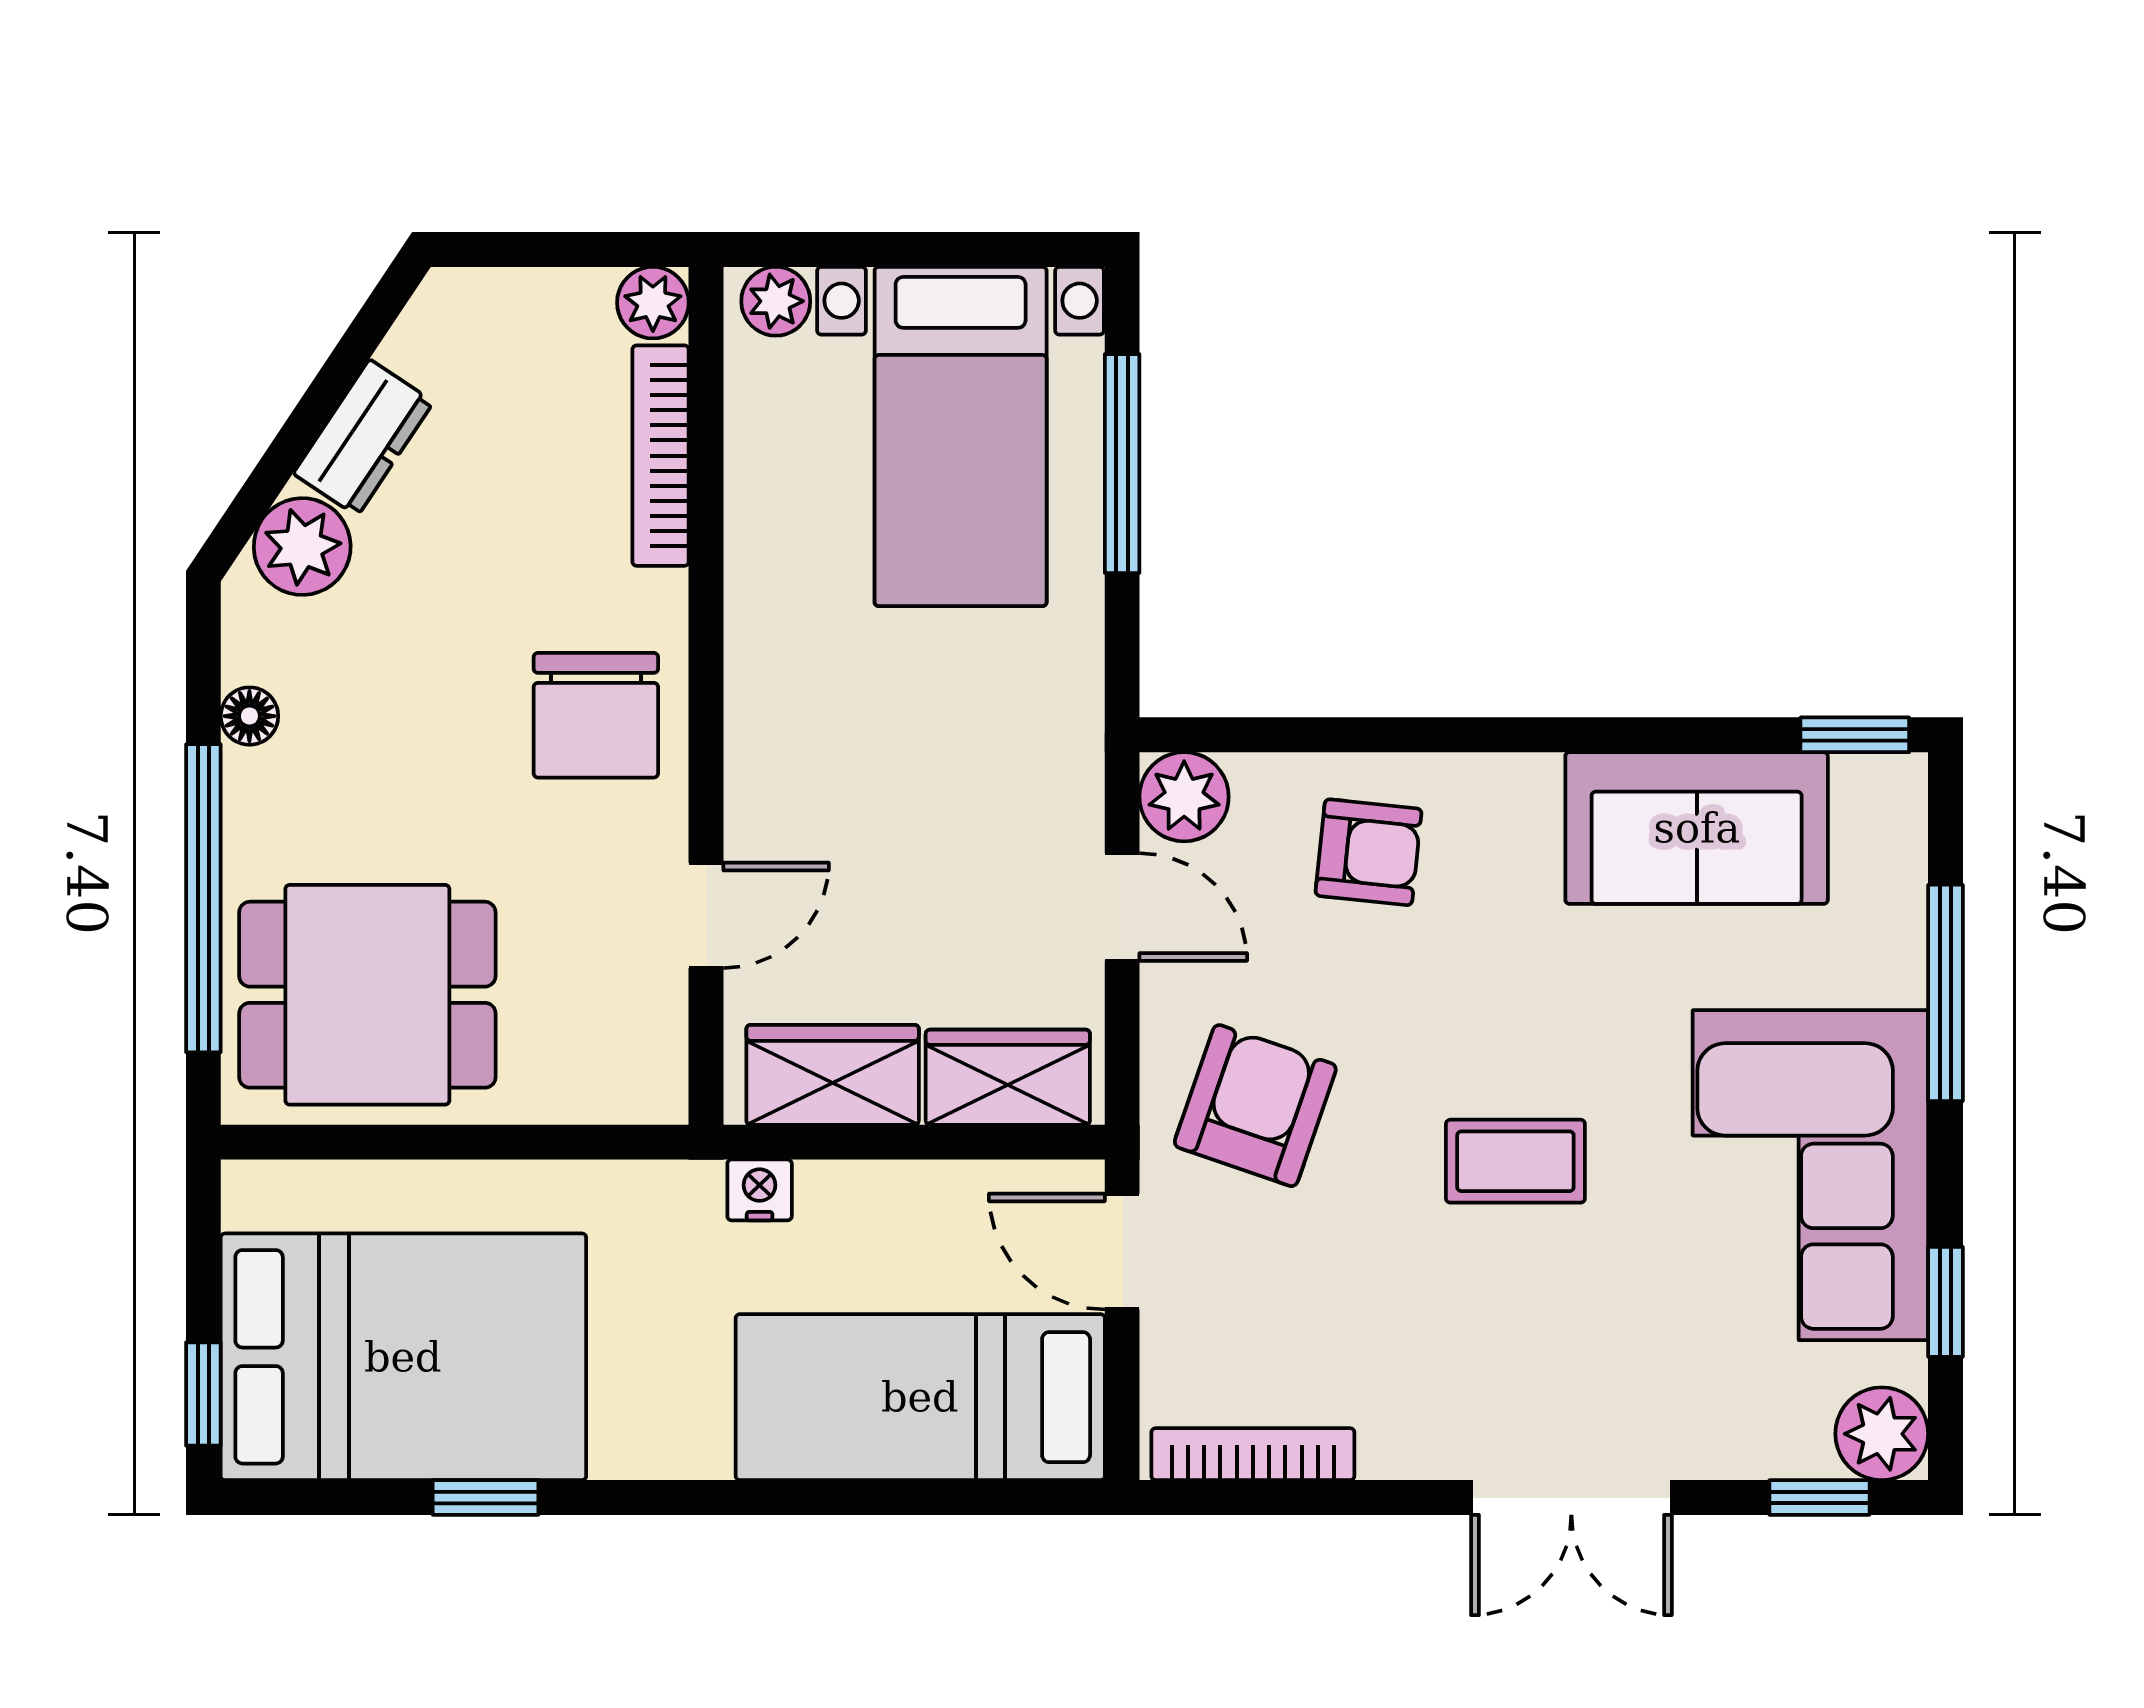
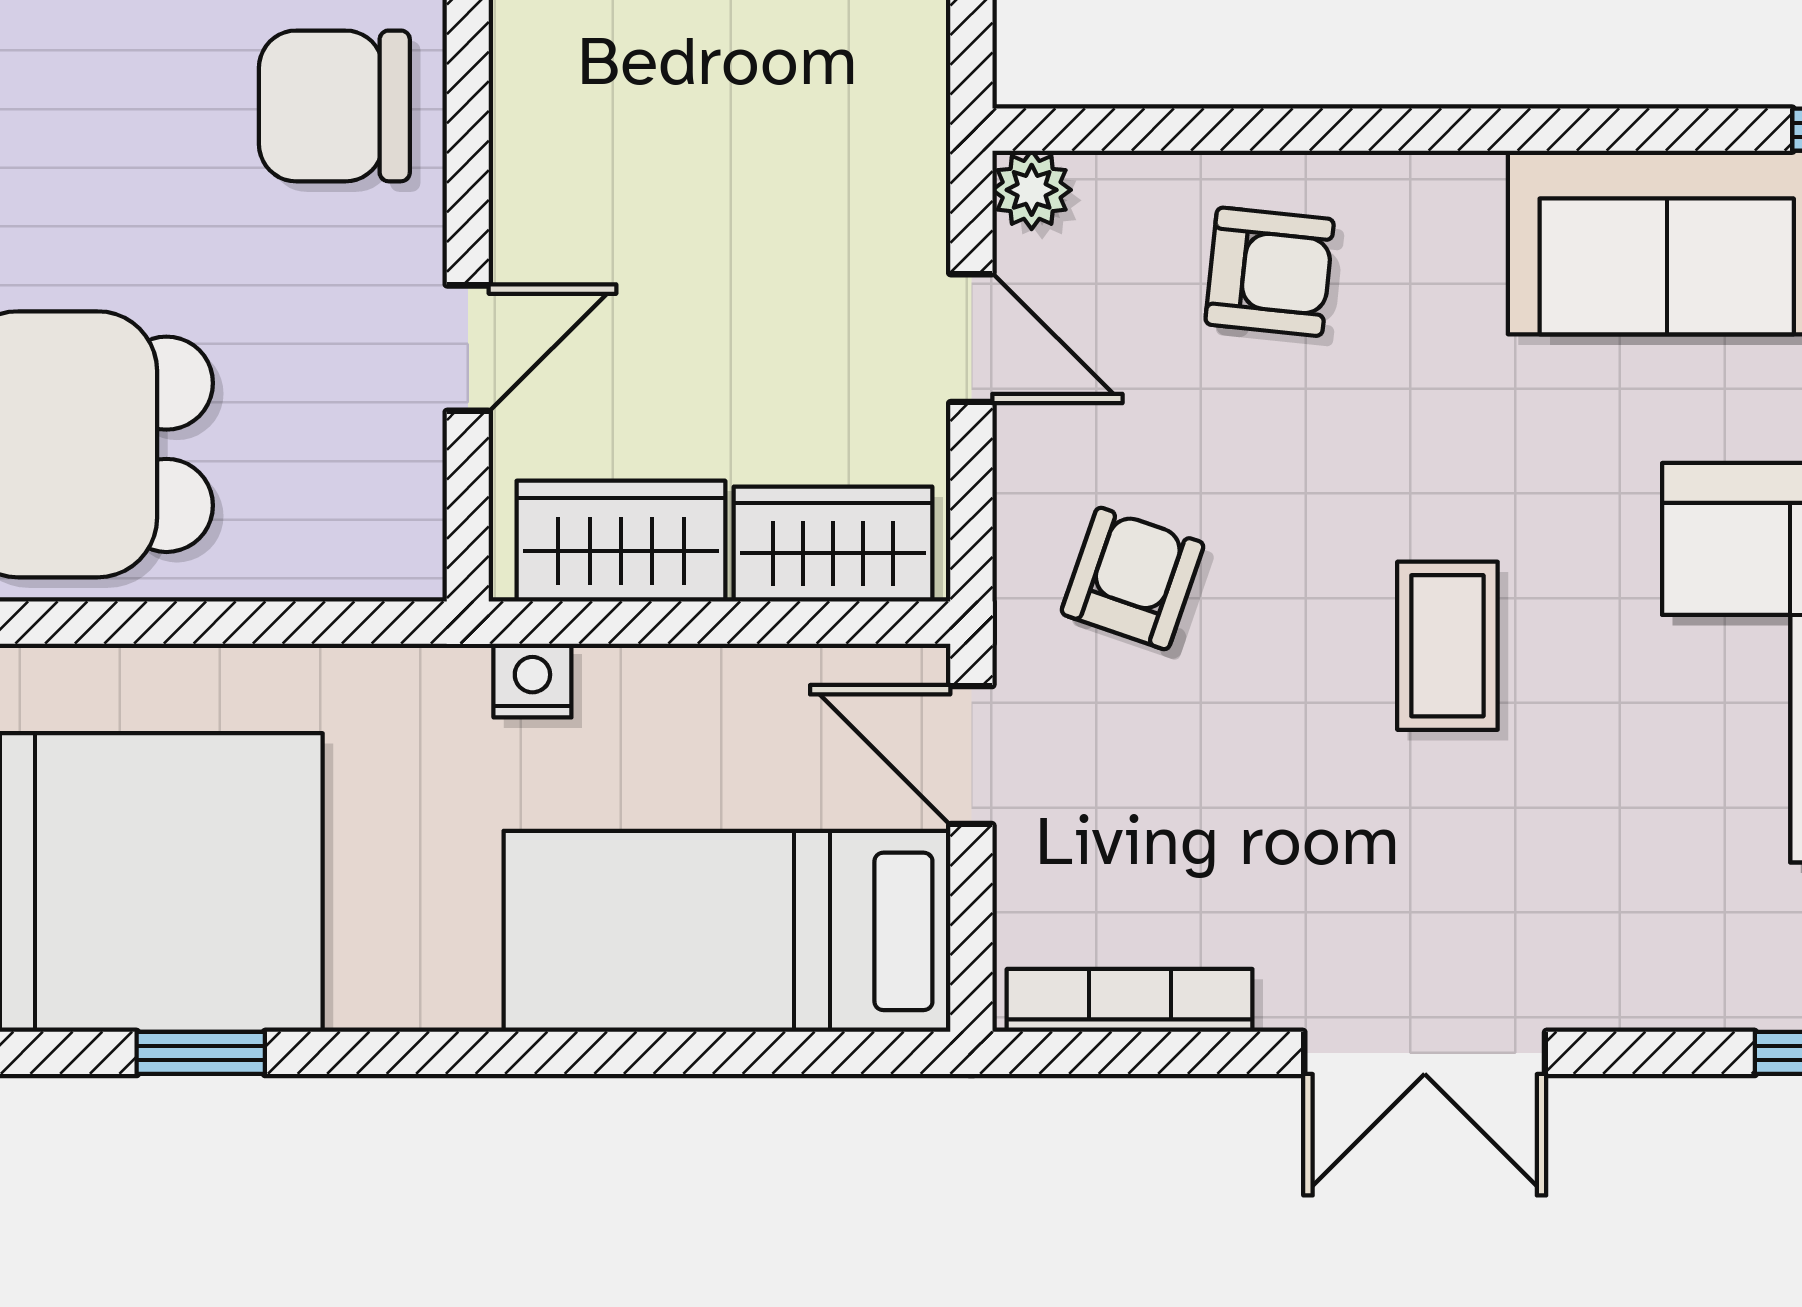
chair: (596, 715) -> (334, 106), turned 90
plant: (1184, 797) -> (1032, 190), width x0.73, depth x0.73
armchair: (1255, 1106) -> (1133, 578), width x0.72, depth x0.72
coffee table: (1515, 1161) -> (1447, 646), turned 90
double door: (1571, 1498) -> (1425, 1053), moved

